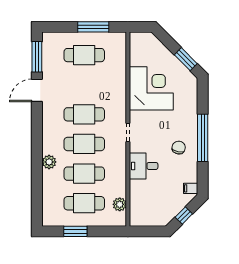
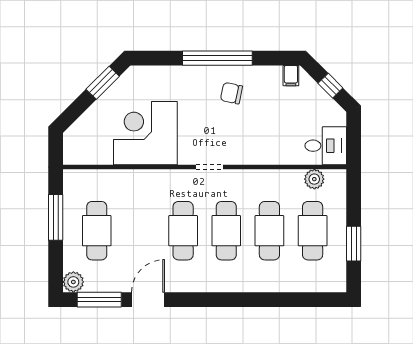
door: (37, 90) -> (148, 300), swing flipped
plant: (49, 162) -> (73, 282), moved
desk: (144, 166) -> (326, 146), moved, turned -90

